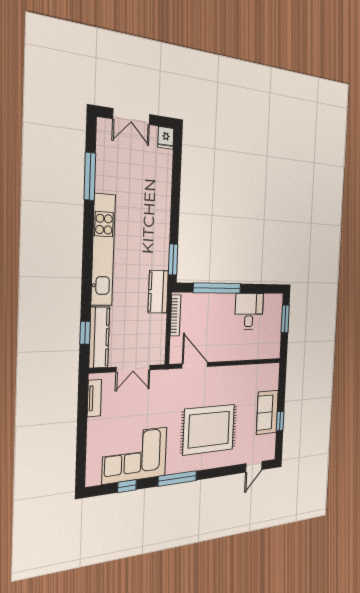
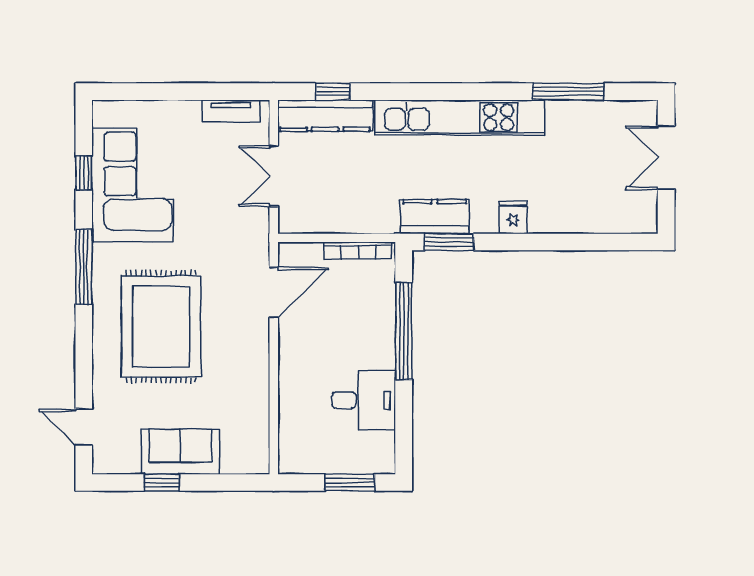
fridge: (166, 138) -> (513, 217), moved, turned 90
kitchen counter: (158, 292) -> (435, 217), moved

